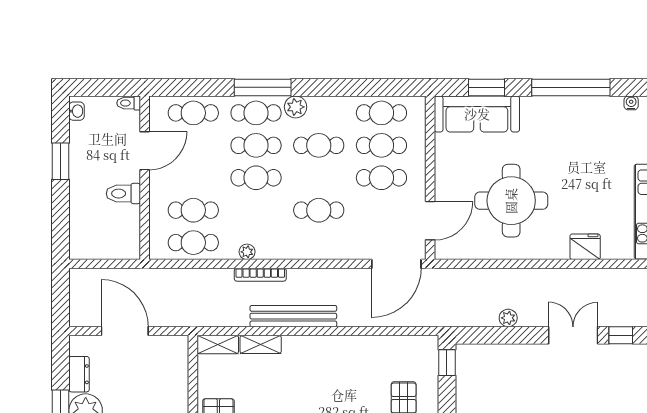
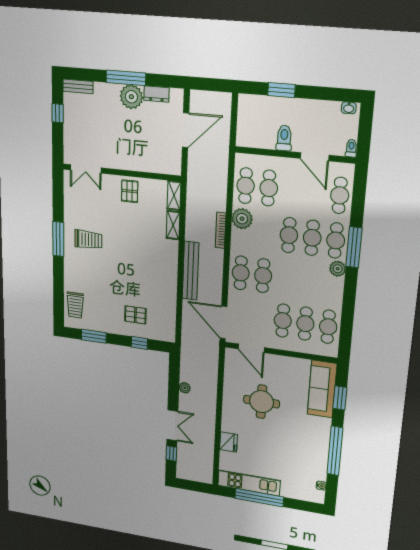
cafe table: (319, 145) -> (241, 273), moved
window: (61, 161) -> (281, 90), moved
round table: (511, 201) -> (261, 402), width x0.73, depth x0.73
plant: (247, 252) -> (242, 219), width x1.88, depth x1.88
bench: (293, 316) -> (191, 271), moved
window: (447, 363) -> (139, 343), moved

